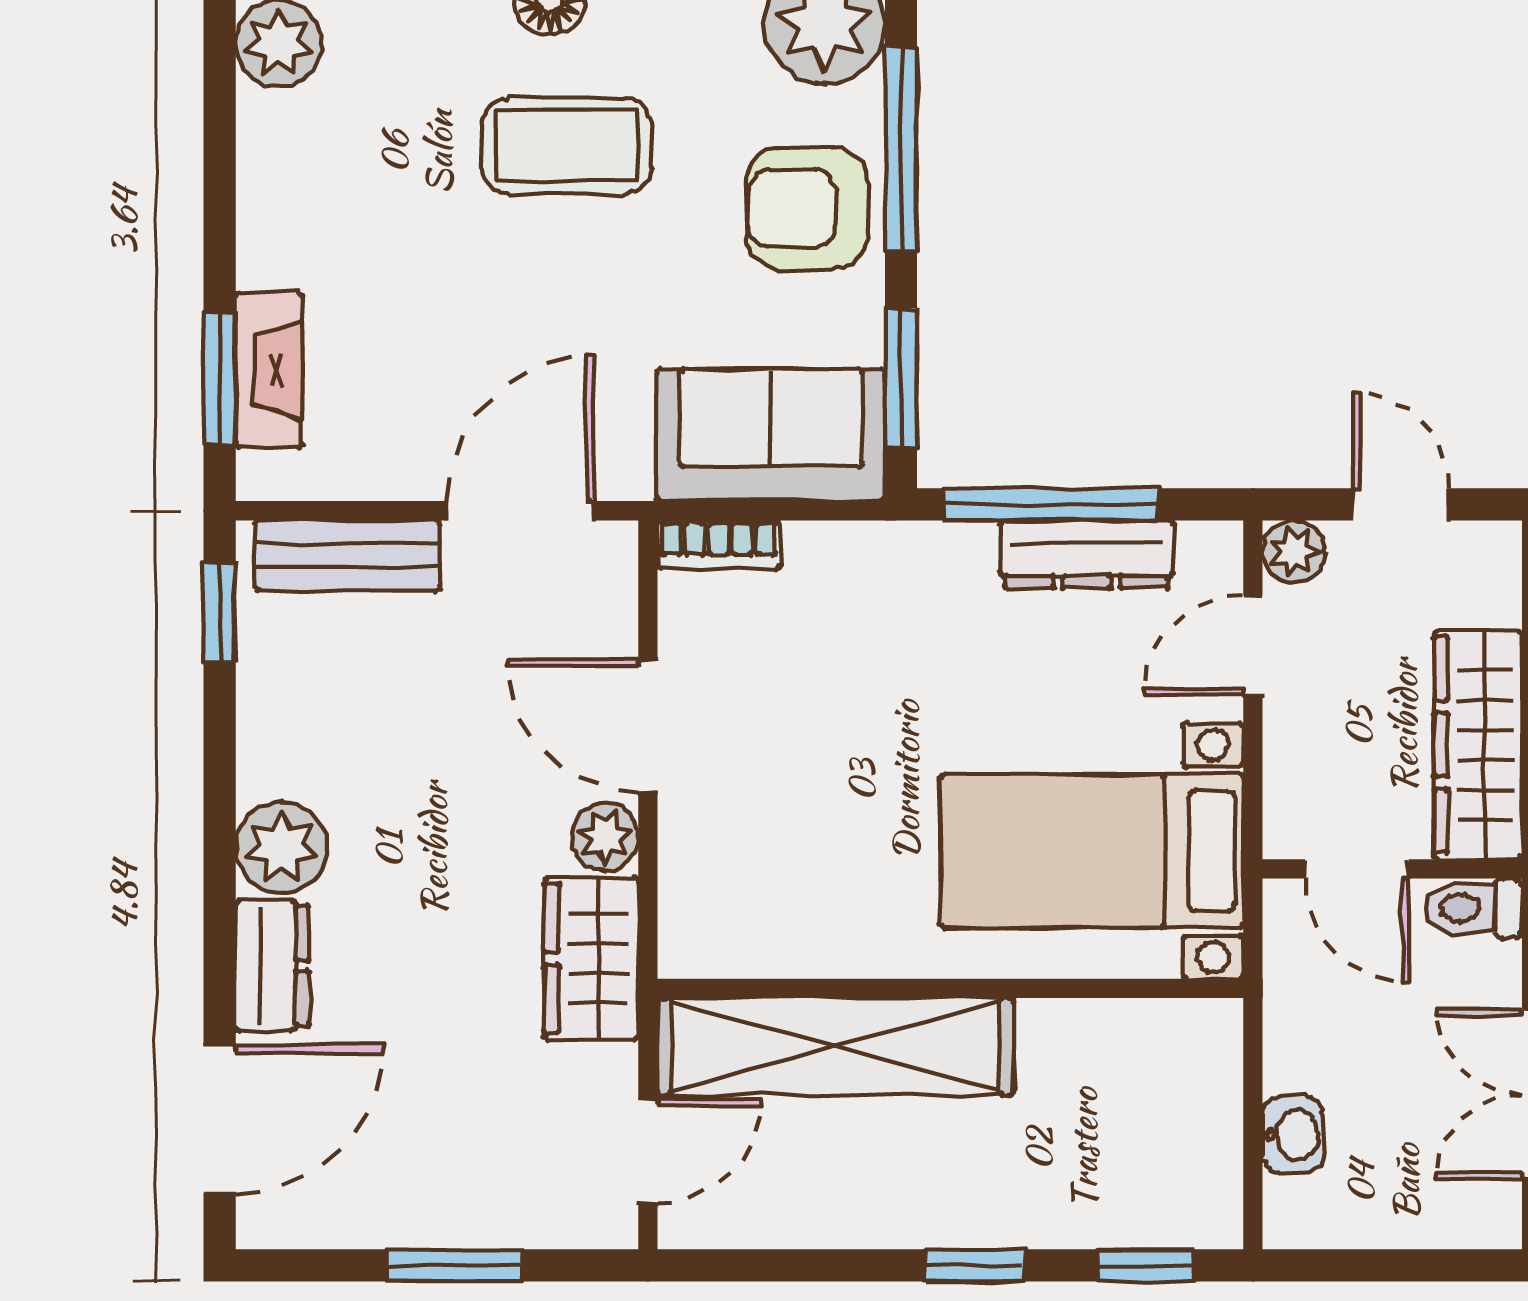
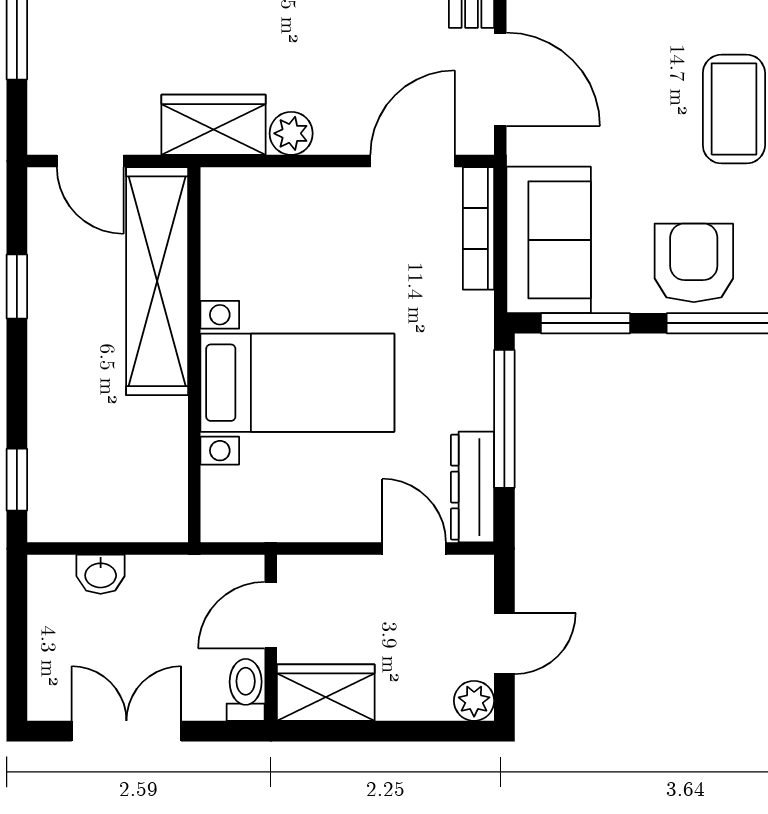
bookcase: (719, 545) -> (478, 228), width x1.56
plant: (1294, 552) -> (474, 701), moved
dresser: (1087, 554) -> (472, 487), moved
door: (648, 725) -> (413, 161), moved
wardrobe: (1478, 745) -> (326, 693), width x0.67
bed with nightstands: (1092, 851) -> (297, 383), moved, turned 90
window: (975, 1265) -> (17, 286), moved

